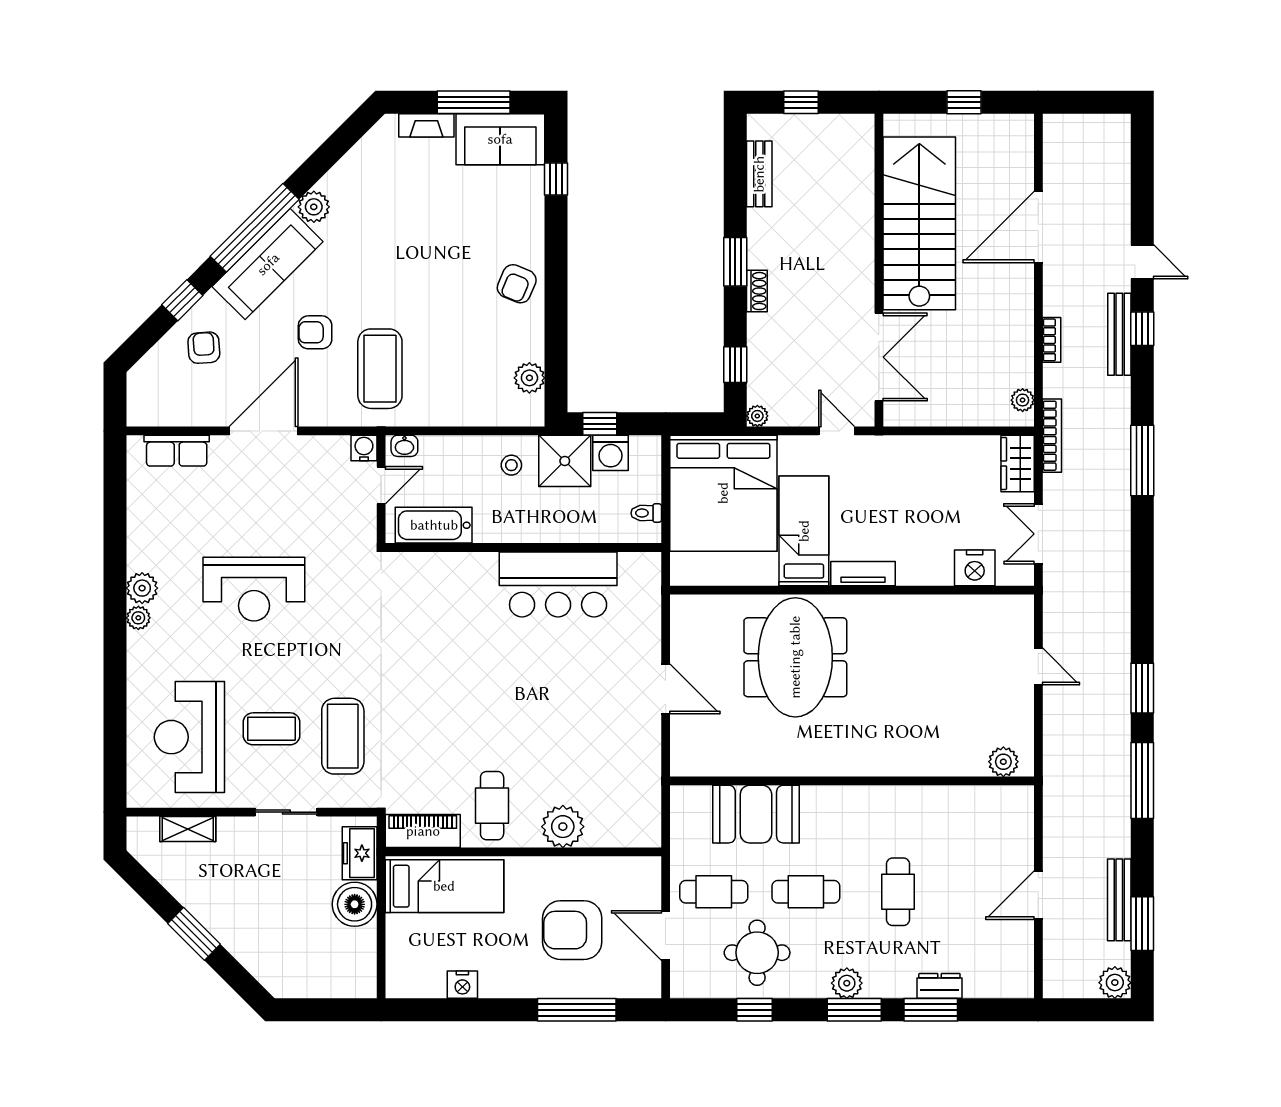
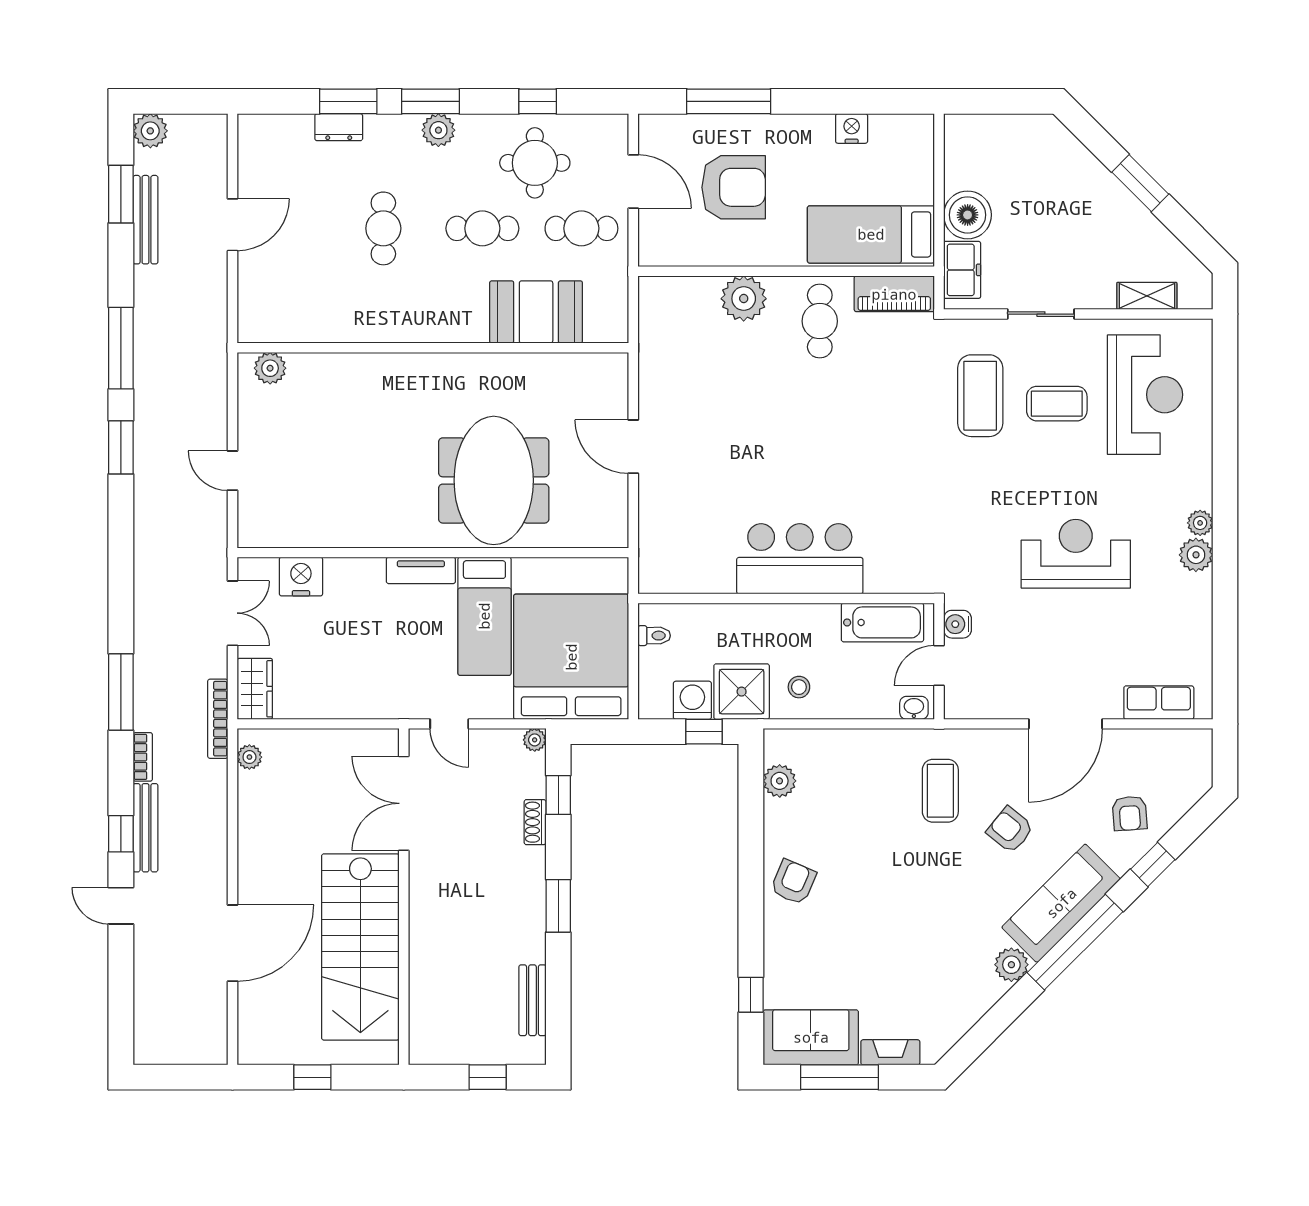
shoe rack: (757, 291) -> (535, 822), moved
armchair: (315, 332) -> (1010, 830), turned -141
bookcase: (1052, 340) -> (143, 757), moved, turned 180
coffee table: (380, 369) -> (940, 791), width x0.73, depth x0.76
water cooler: (364, 448) -> (957, 624), moved, turned 90
bar counter: (558, 584) -> (800, 559), moved

